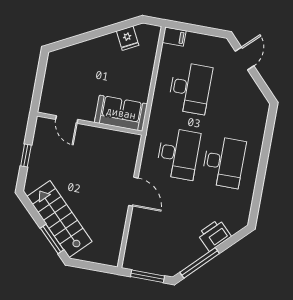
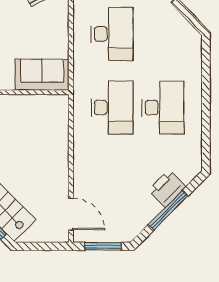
door: (133, 192) -> (71, 214), moved
window: (200, 263) -> (168, 210), moved

